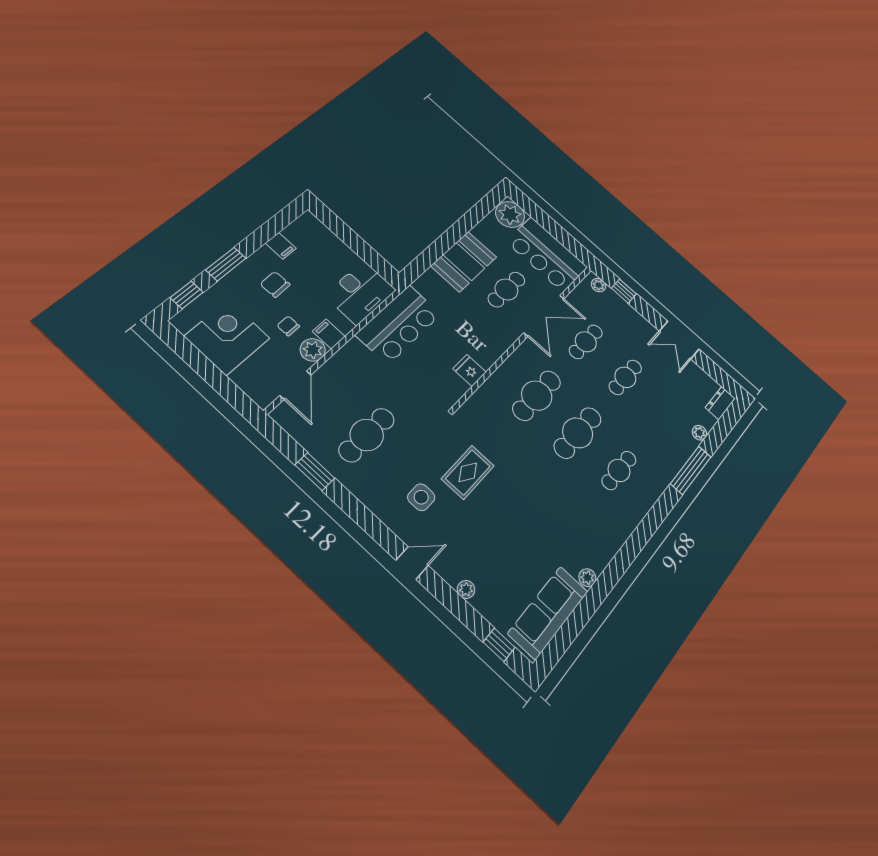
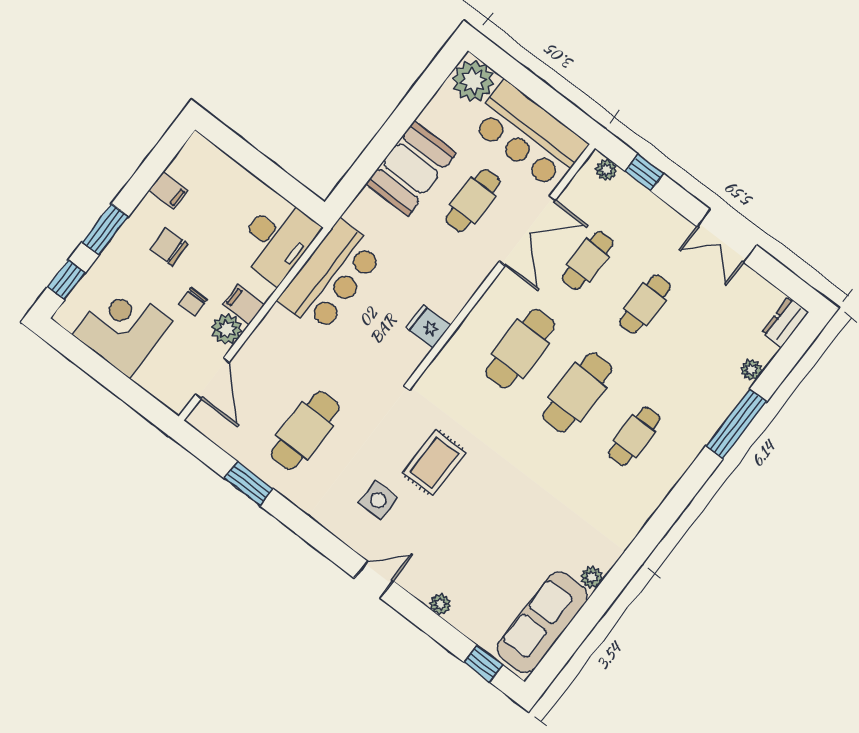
chair: (288, 326) -> (193, 301), turned -90

